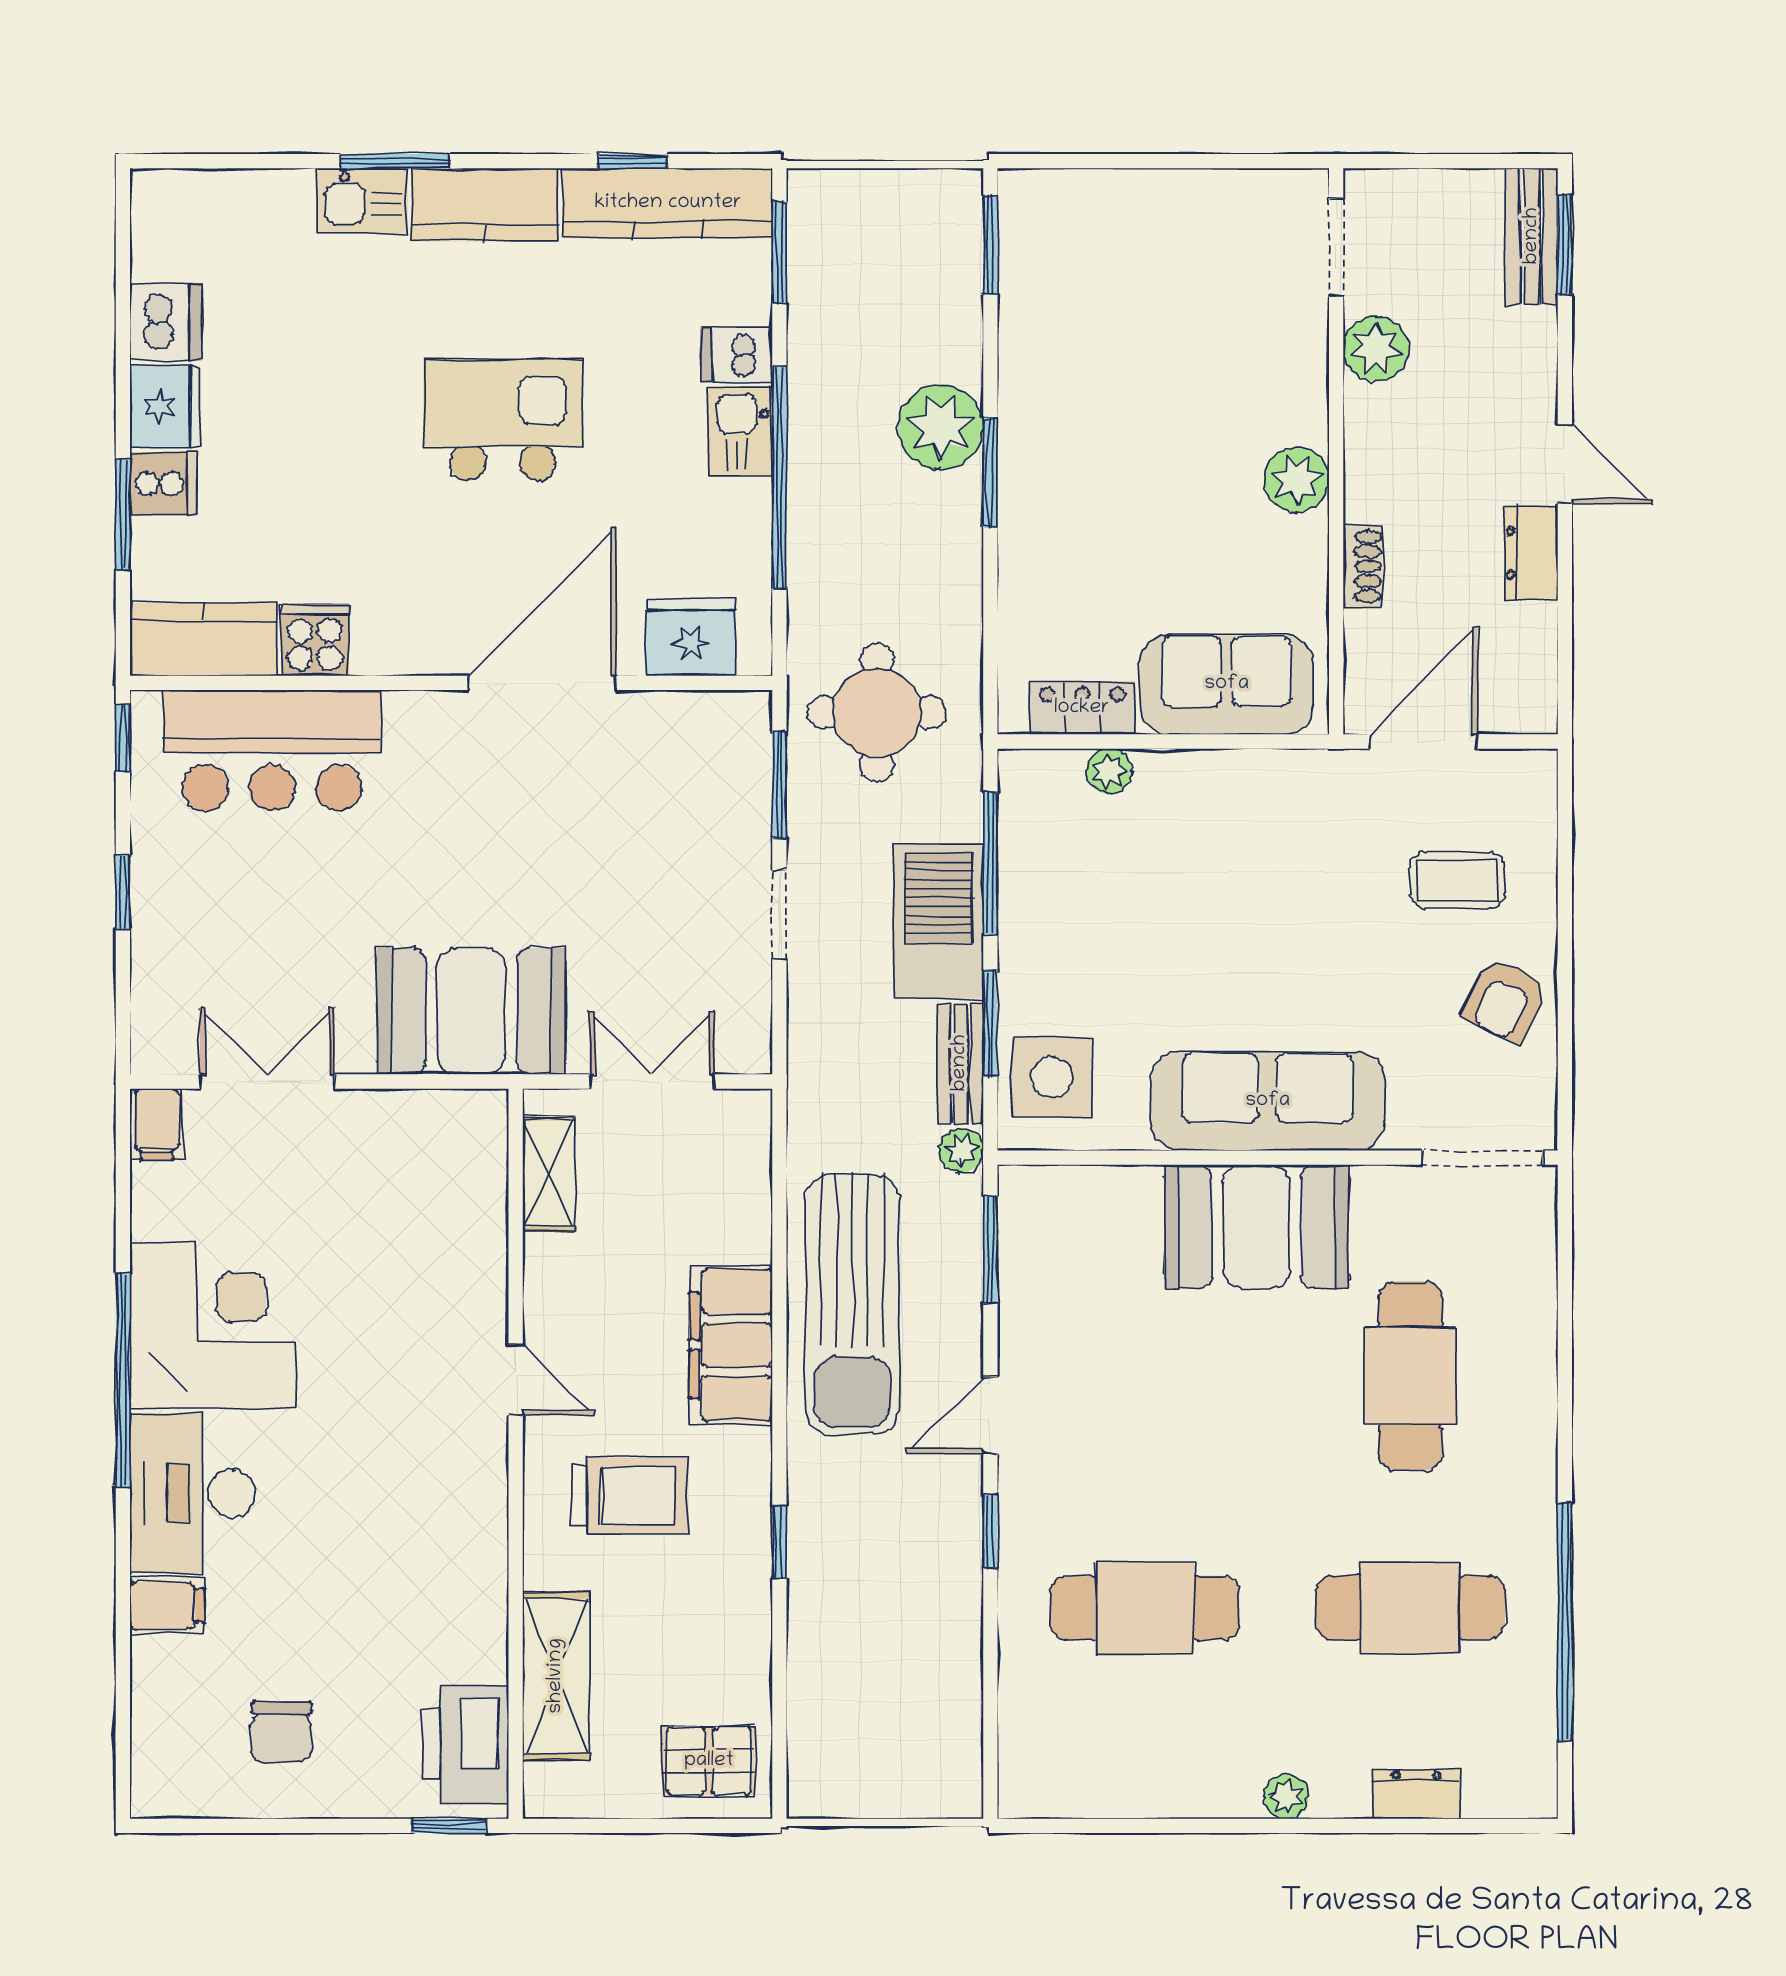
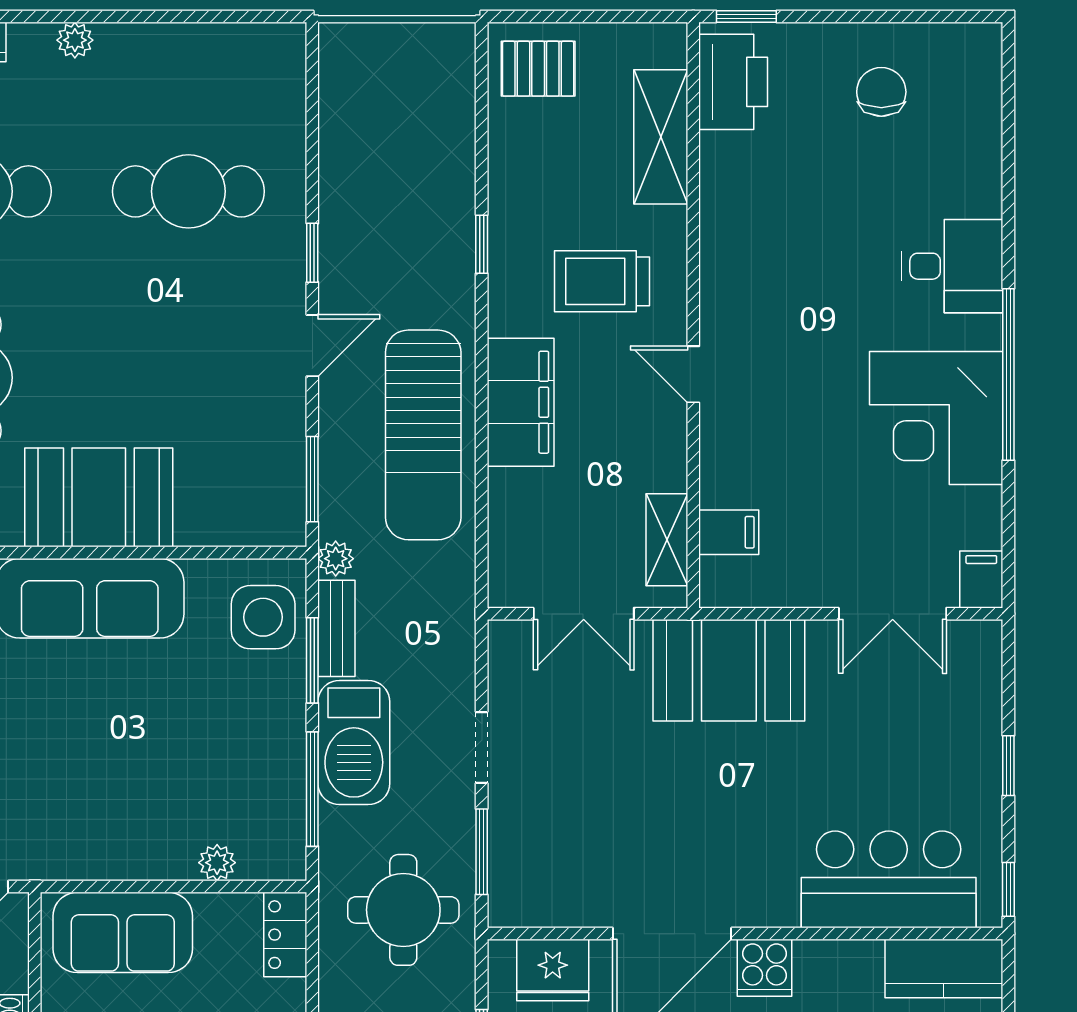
cooker: (315, 640) -> (764, 968), moved
locker: (1082, 708) -> (285, 935), moved, turned 90
sun lounger: (852, 1304) -> (423, 435), turned 180
desk: (193, 1493) -> (952, 266), width x0.73
filing cabinet: (167, 1606) -> (729, 532), moved, turned 180

